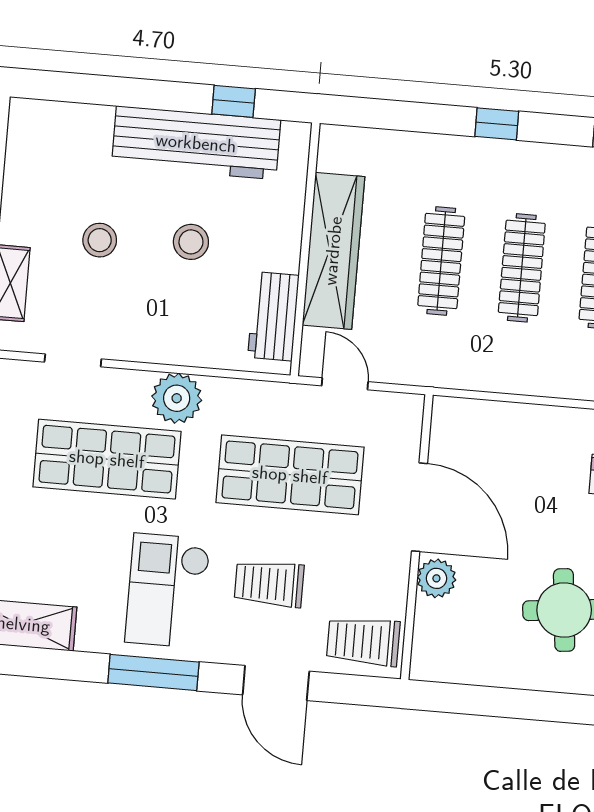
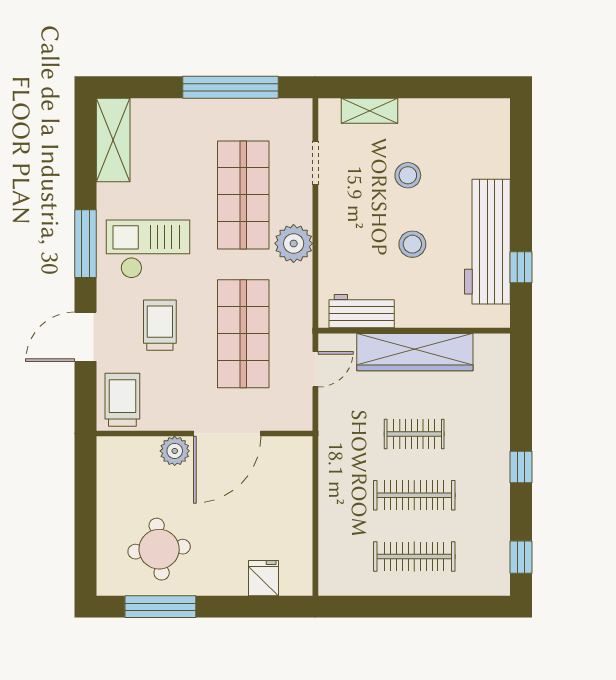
clothes rail: (441, 261) -> (414, 434), width x0.73

